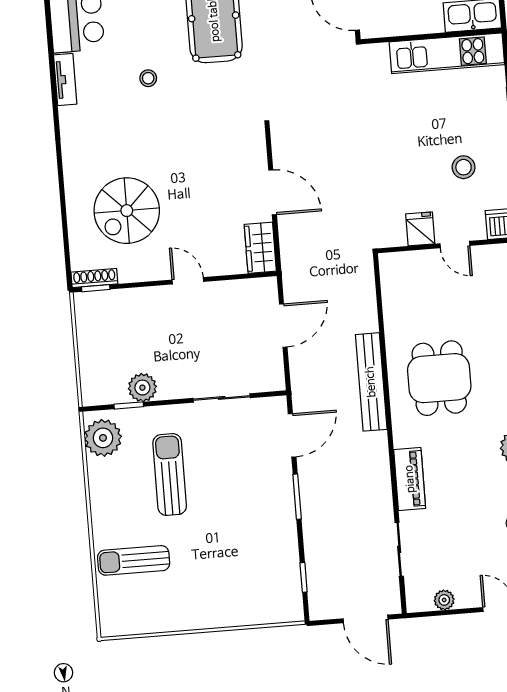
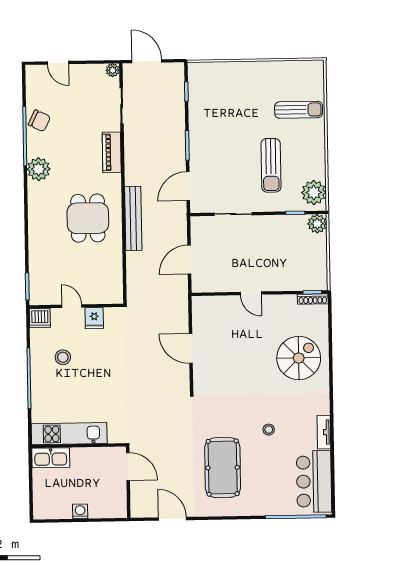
spiral stairs: (127, 211) -> (299, 358), moved
wardrobe: (260, 248) -> (201, 312), removed
plant: (142, 388) -> (317, 224), moved
plant: (444, 600) -> (113, 70), moved

